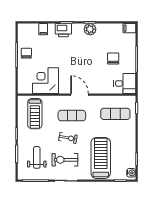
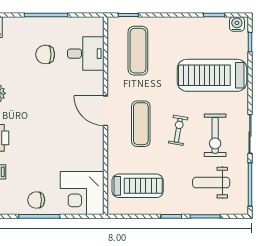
corner desk: (45, 81) -> (82, 193), moved
desk: (125, 83) -> (86, 54), moved, turned 90
door: (80, 95) -> (106, 111), hinge flipped

